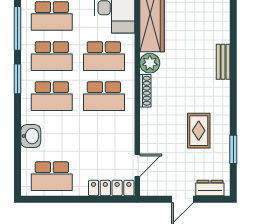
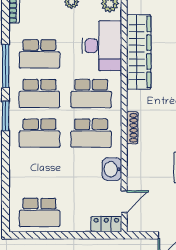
plant: (150, 63) -> (136, 101), removed
washbasin: (31, 136) -> (112, 169), moved, turned 180
locker: (111, 188) -> (106, 224), width x0.66

